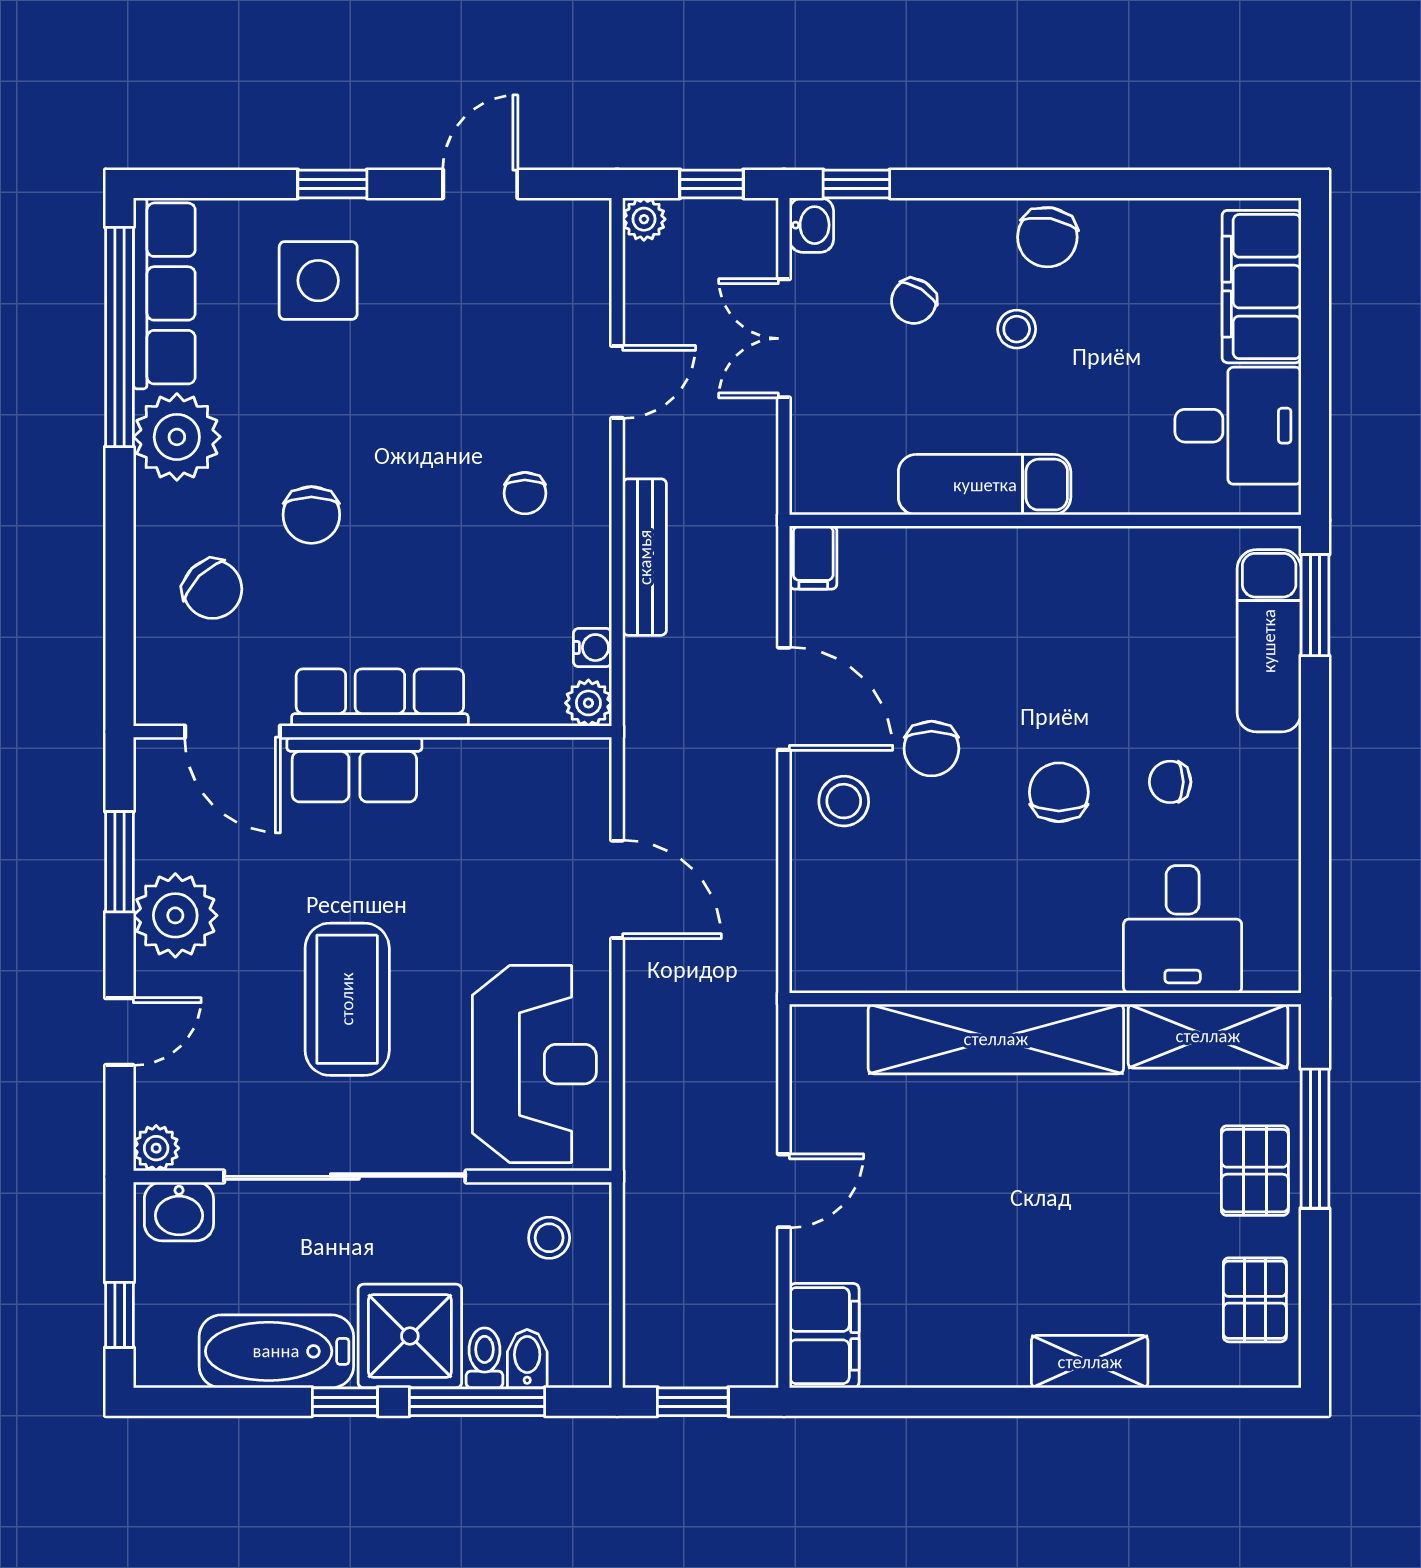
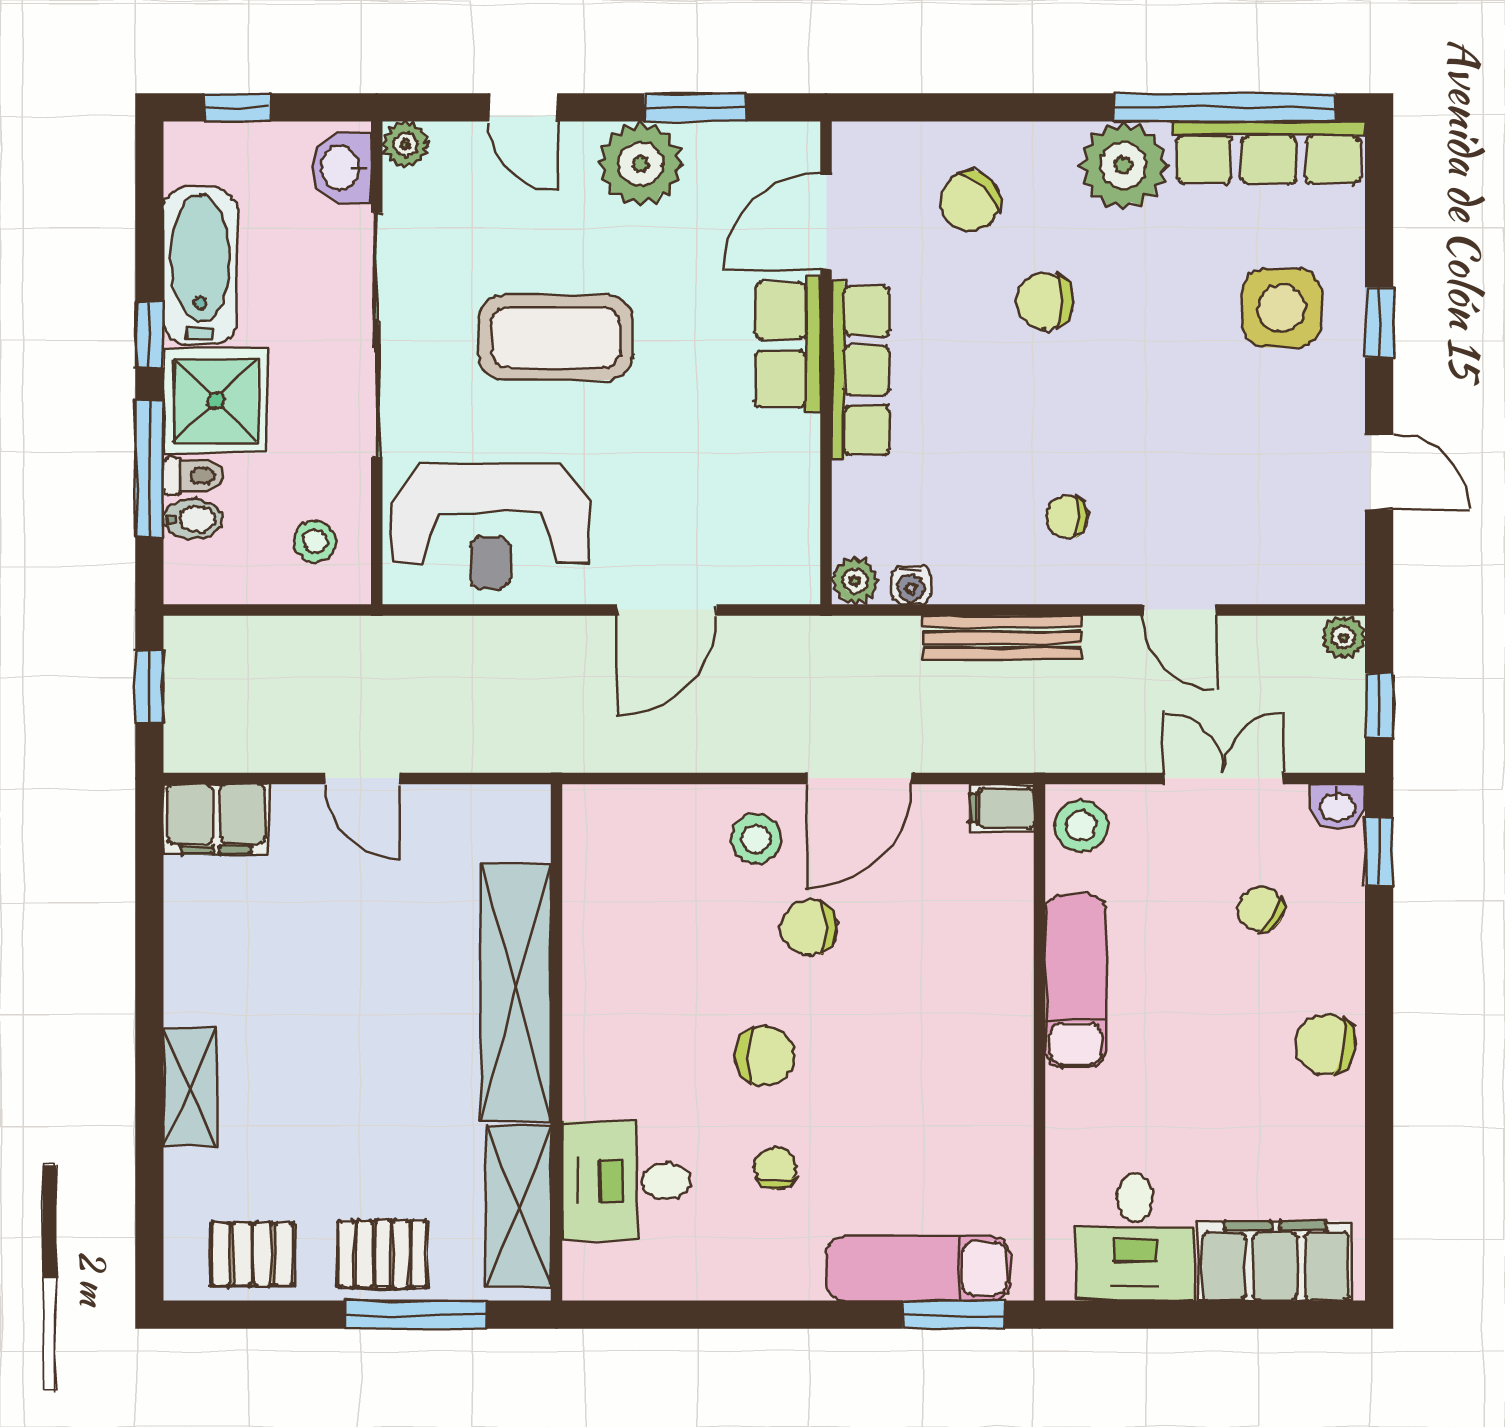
stool: (1017, 329) -> (1081, 826), moved, width x1.37, depth x1.37

